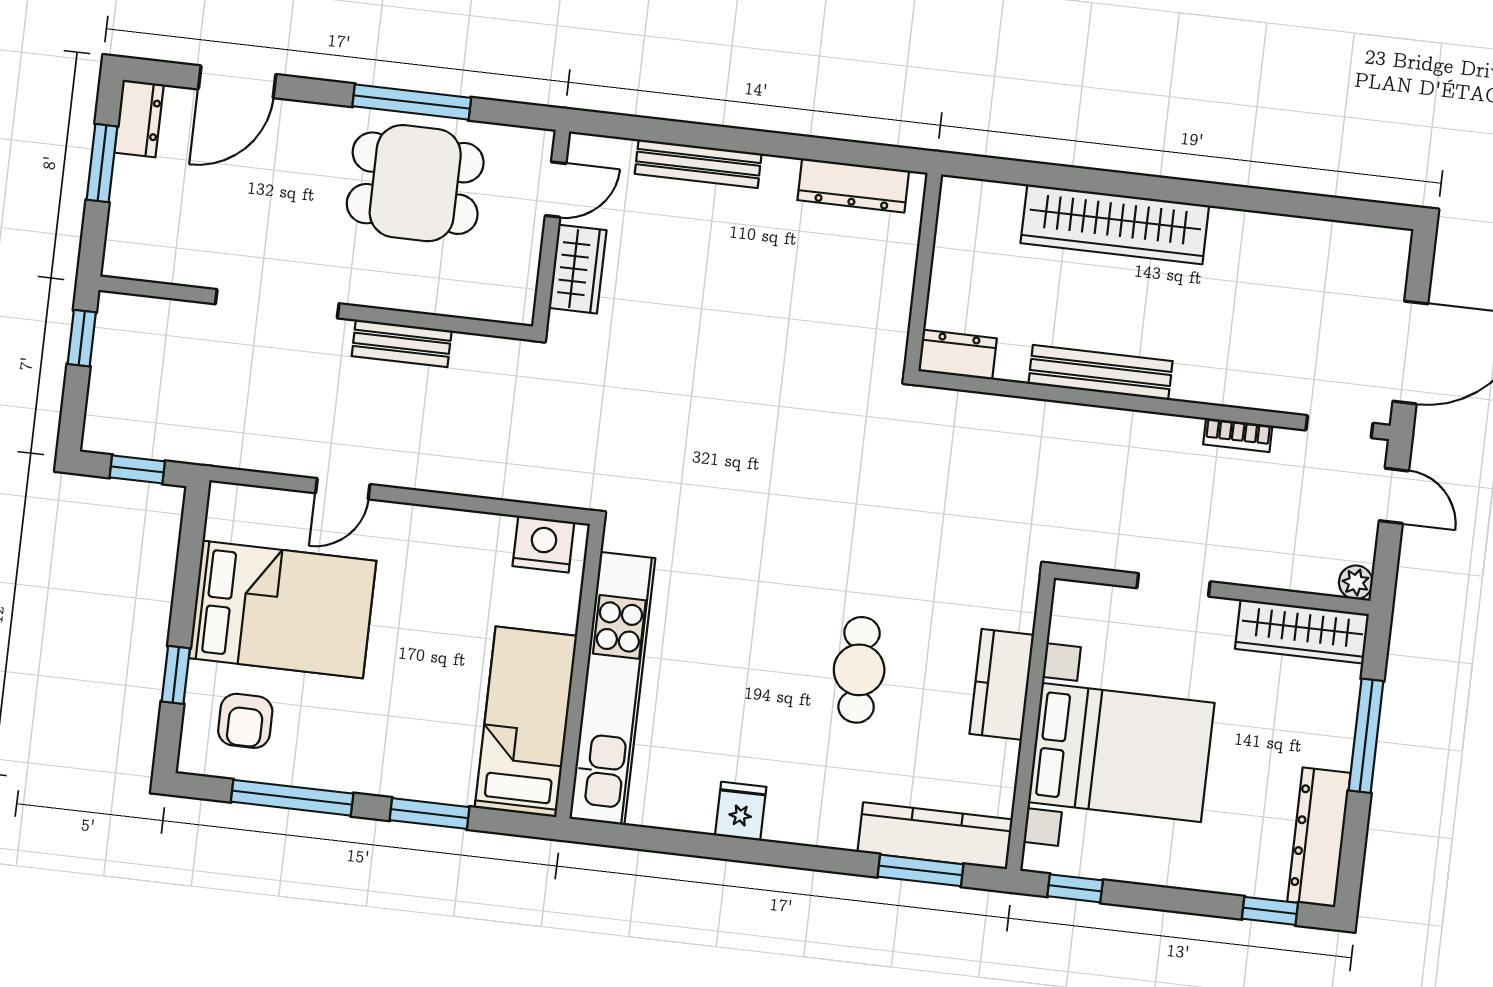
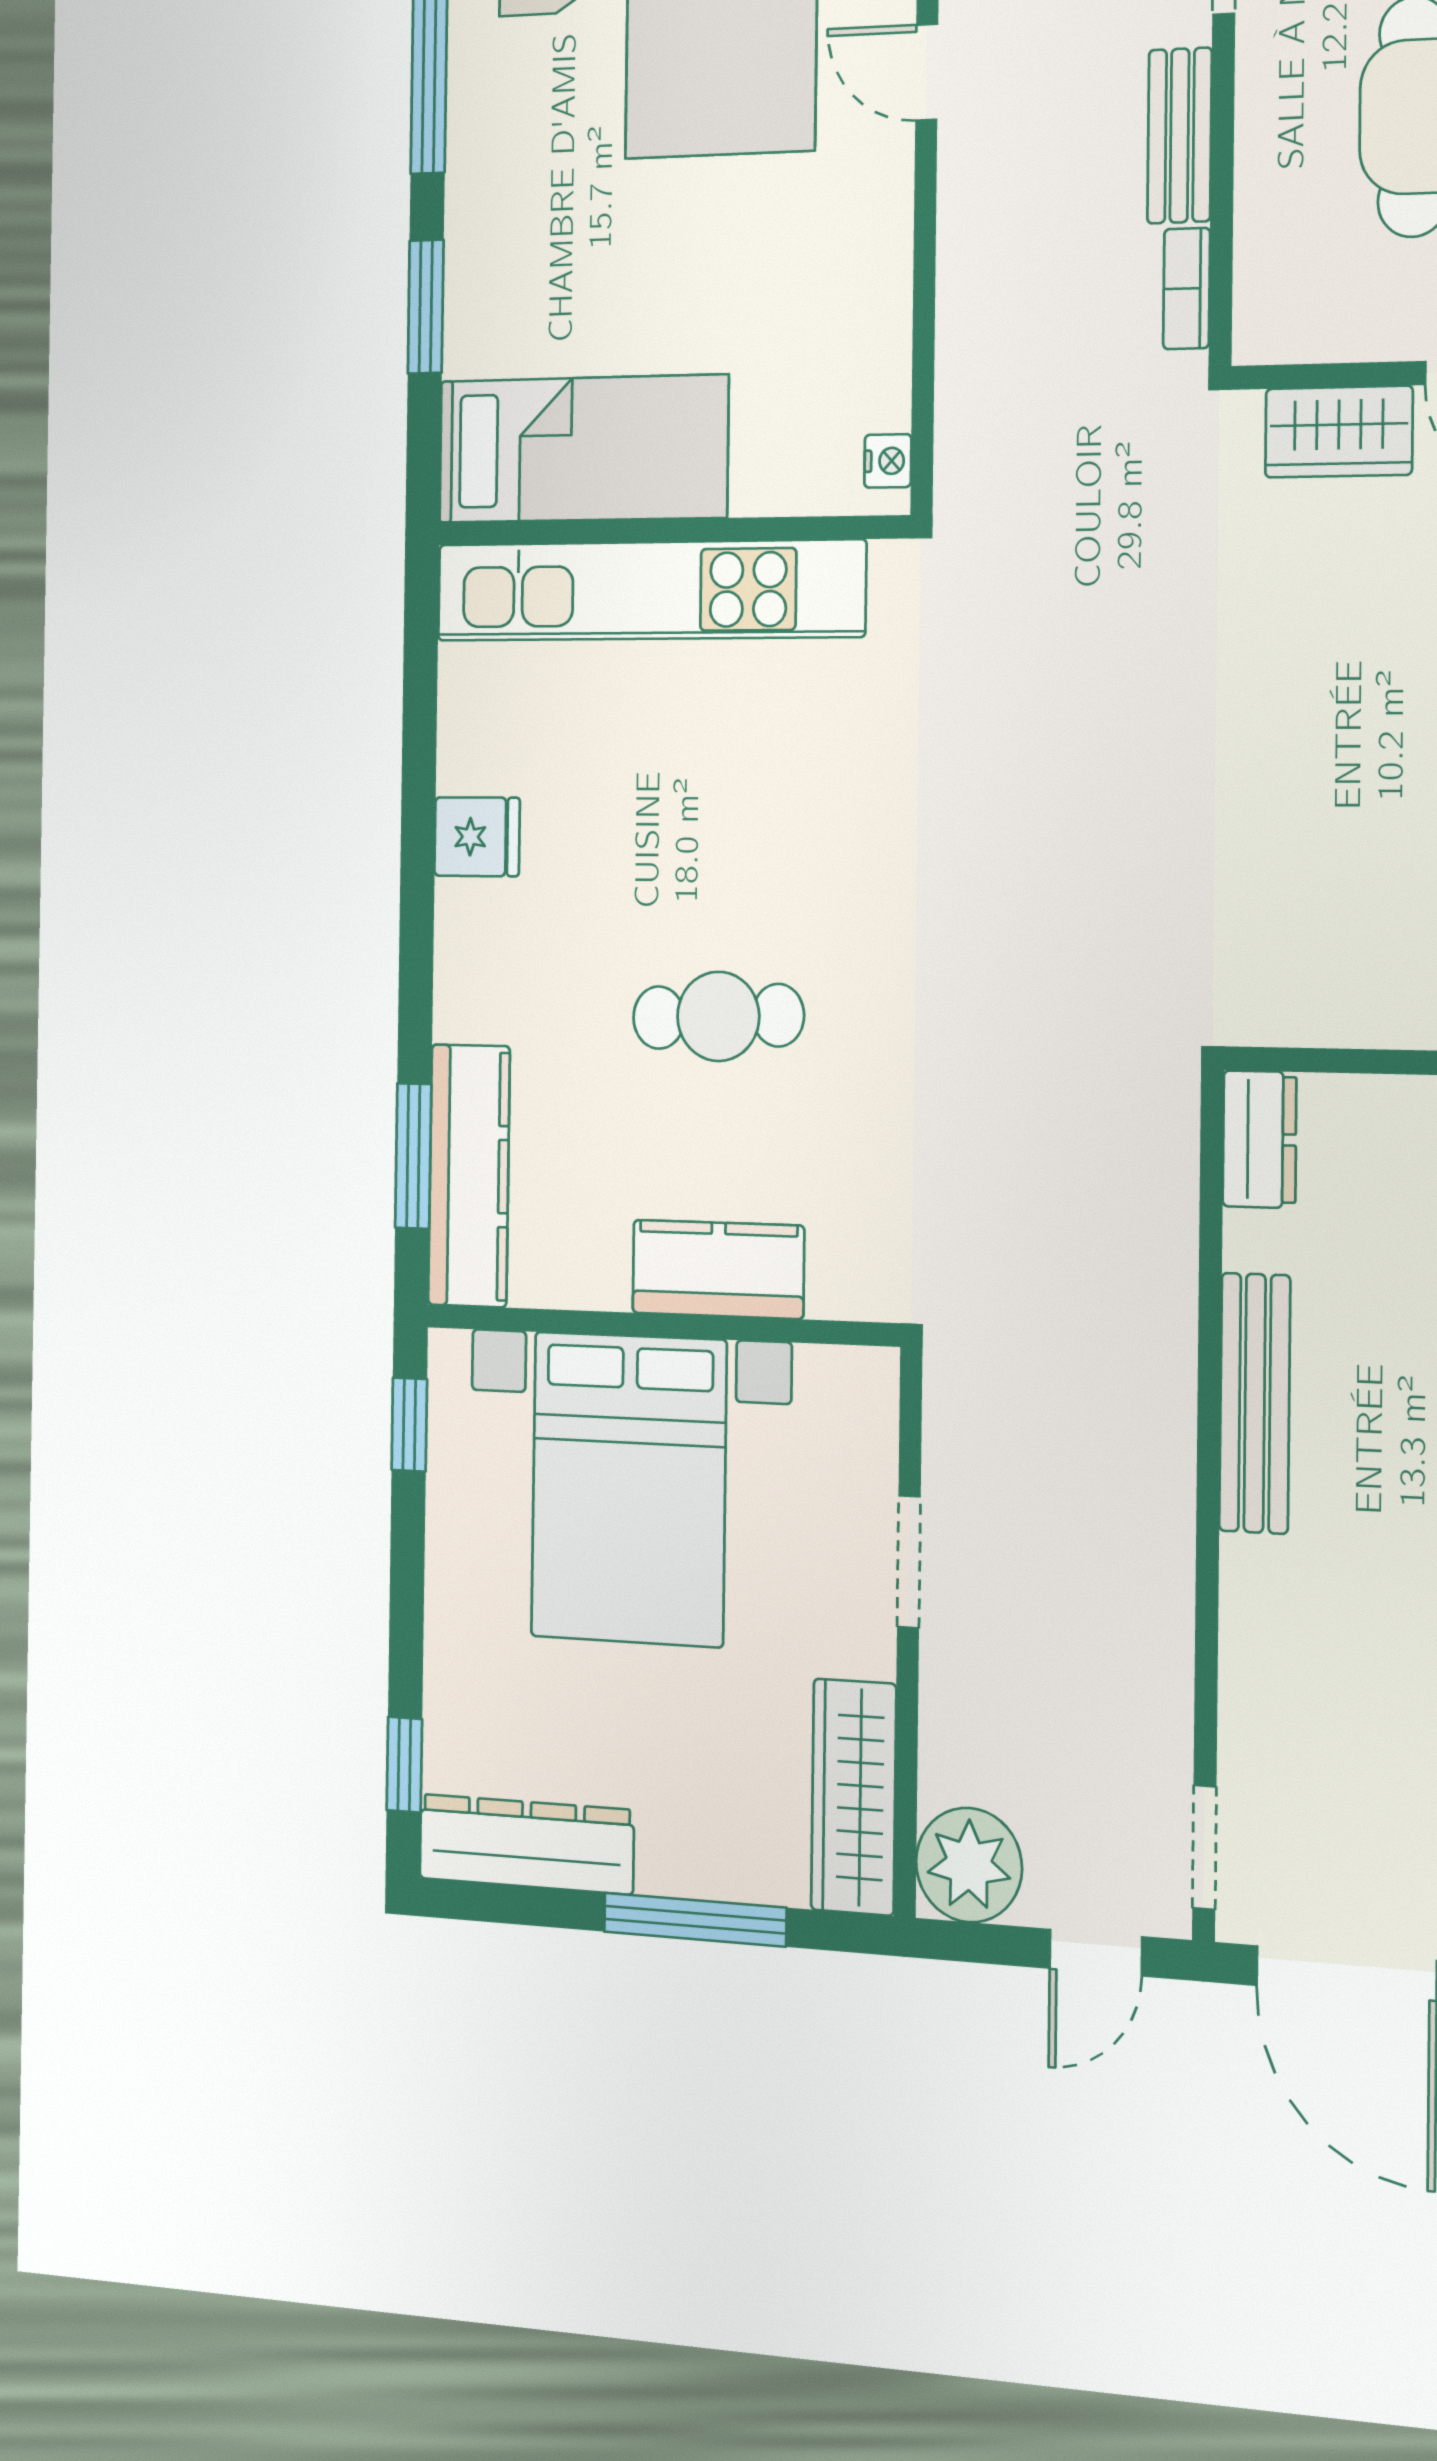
bookcase: (1238, 435) -> (1187, 289), moved
nightstand: (543, 544) -> (888, 461), width x0.53, depth x0.56
plant: (1356, 582) -> (969, 1865), width x1.88, depth x1.88

